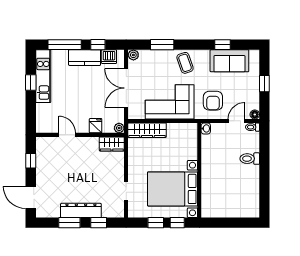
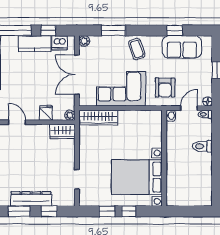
washbasin: (206, 128) -> (171, 116), moved
wall: (199, 170) -> (164, 158), moved
bed with nightstands: (173, 189) -> (137, 177), moved

